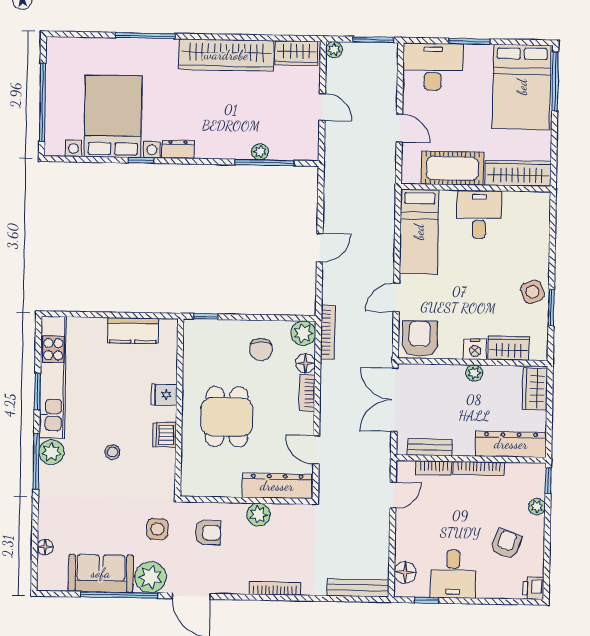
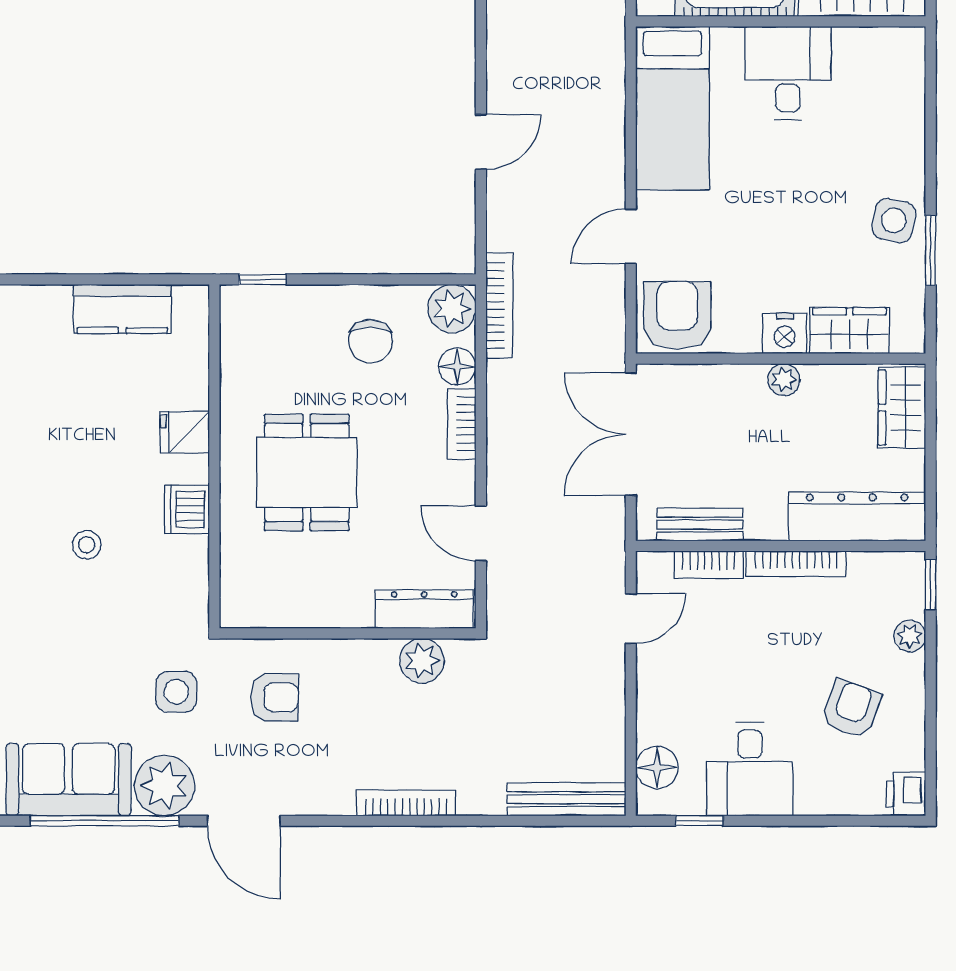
side table: (532, 292) -> (894, 220), turned 33
dresser: (277, 486) -> (424, 609), width x0.73, depth x0.80
plant: (258, 515) -> (422, 661), moved

